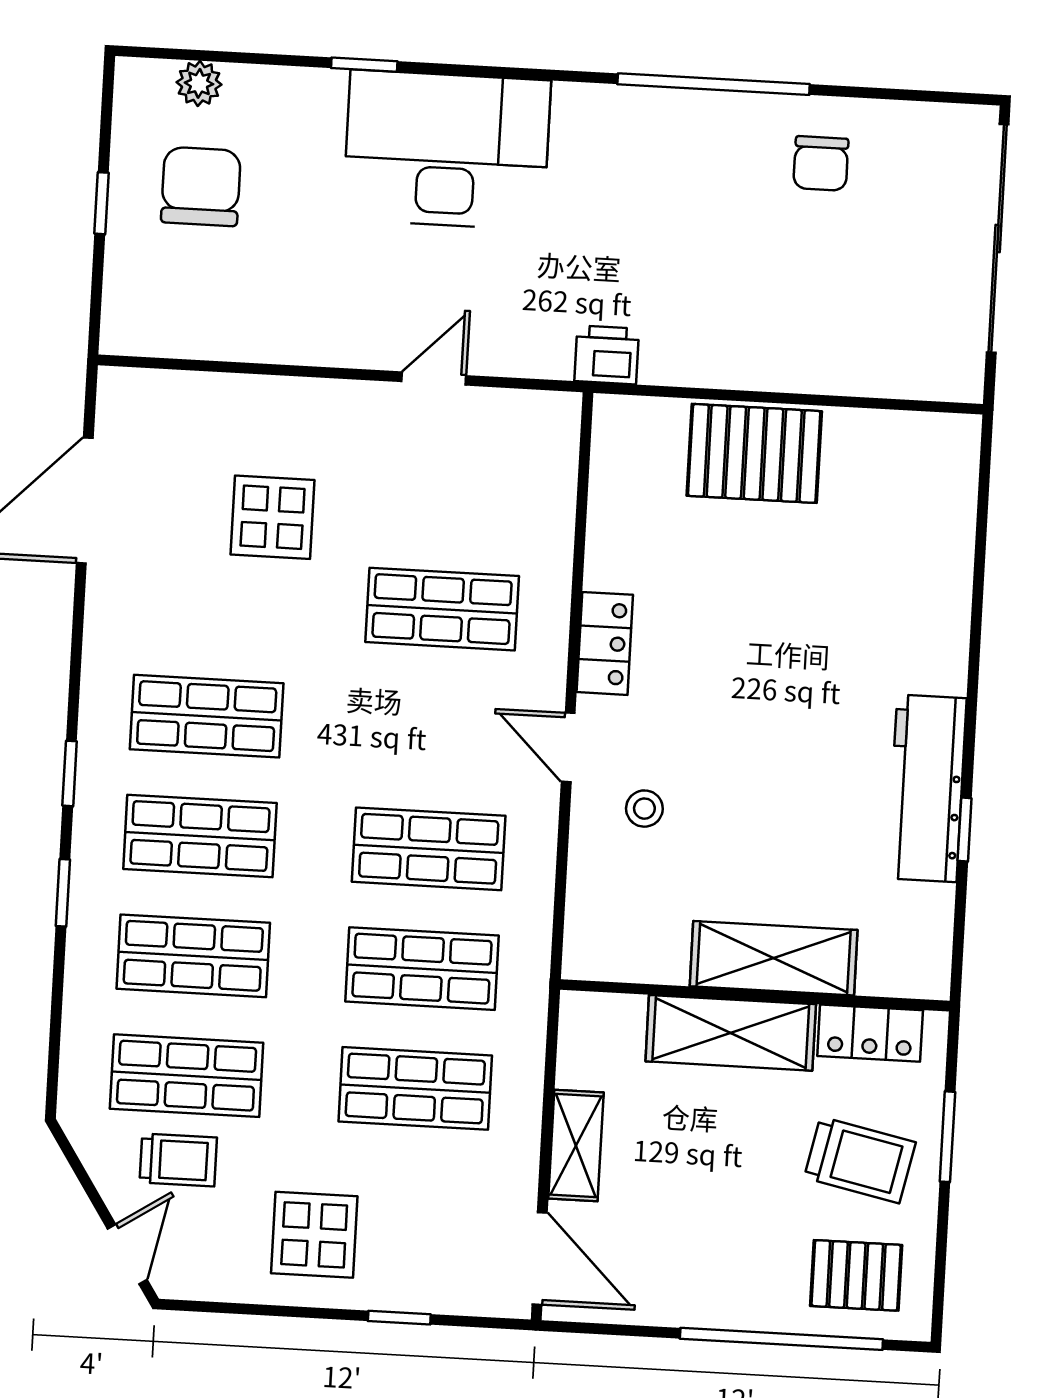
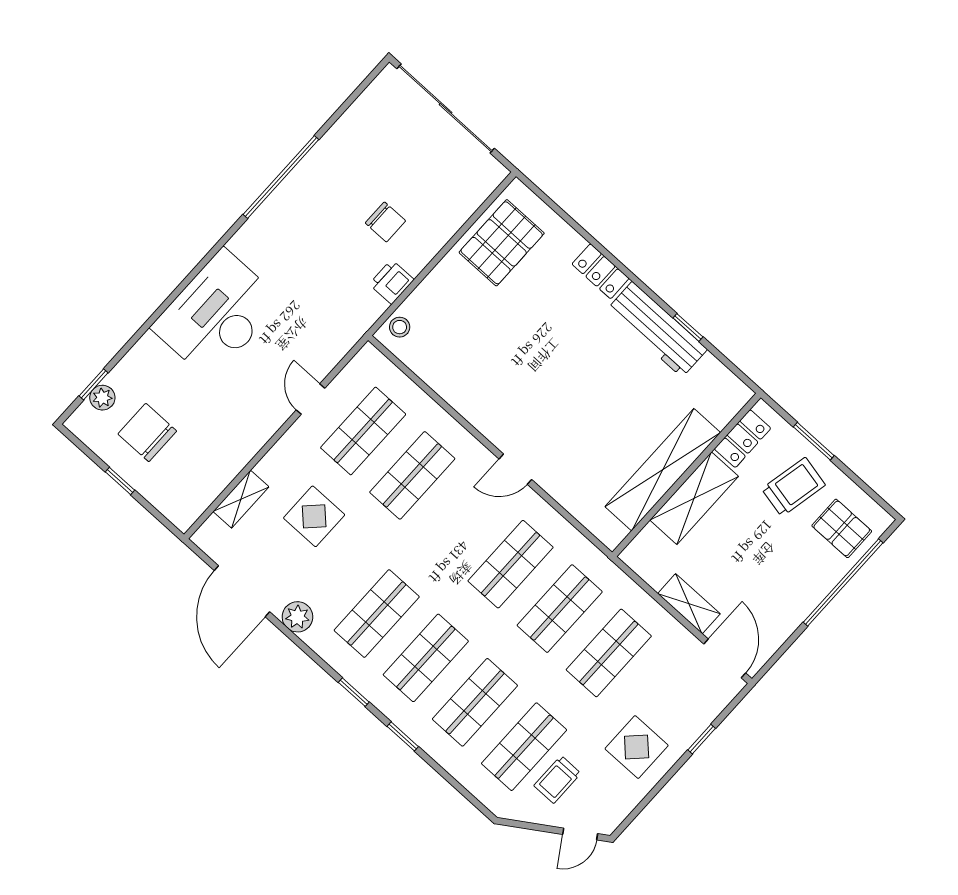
window: (364, 65) -> (94, 384), moved
chair: (821, 163) -> (385, 222), moved
printer: (607, 355) -> (392, 282), moved
shelving: (214, 394) -> (241, 499), added
pallet: (754, 453) -> (502, 243), moved
shop shelf: (449, 489) -> (363, 431), added
plant: (112, 608) -> (297, 617), added
locker: (605, 643) -> (600, 271), moved, turned 180
stool: (644, 809) -> (400, 327), moved
shelving: (774, 958) -> (663, 470), width x1.47
trolley: (178, 1160) -> (557, 780), turned 180
door: (127, 1254) -> (580, 834), swing flipped
door: (540, 1258) -> (725, 658), hinge flipped
pallet: (856, 1275) -> (842, 528), turned 90

